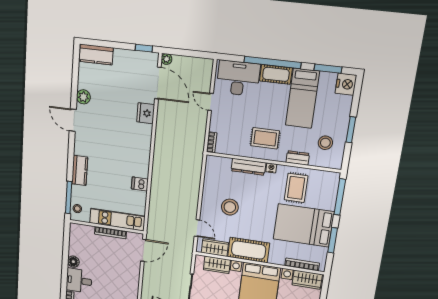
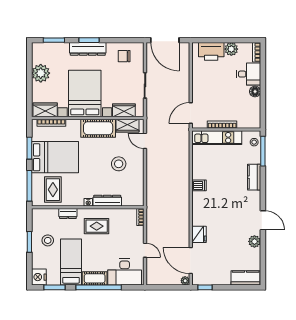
stool: (325, 143) -> (48, 240), moved
dishwasher: (140, 184) -> (199, 185), moved
rug: (296, 188) -> (53, 190), moved

